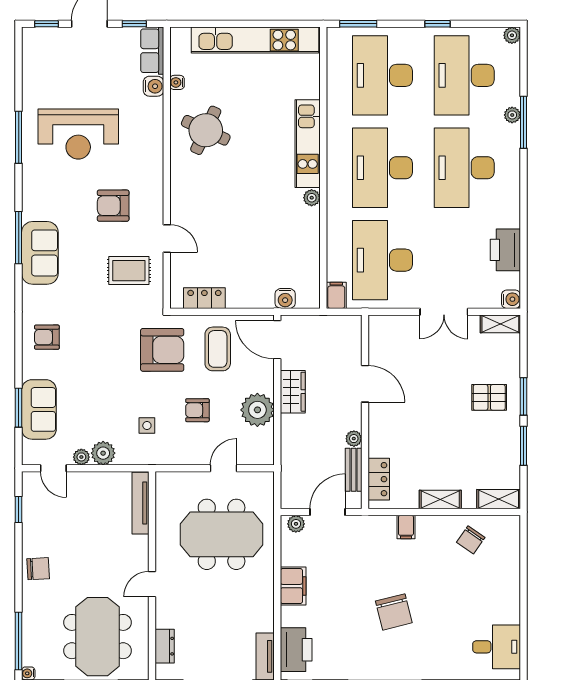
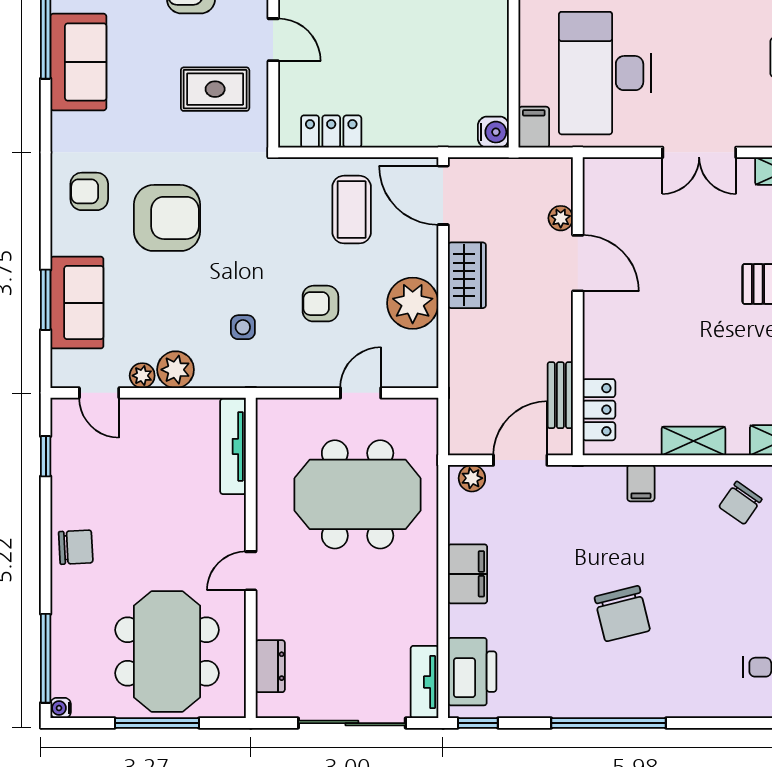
water cooler: (285, 298) -> (493, 132), moved, turned -90
armchair: (162, 350) -> (167, 218), moved
plant: (354, 439) -> (561, 218), moved

